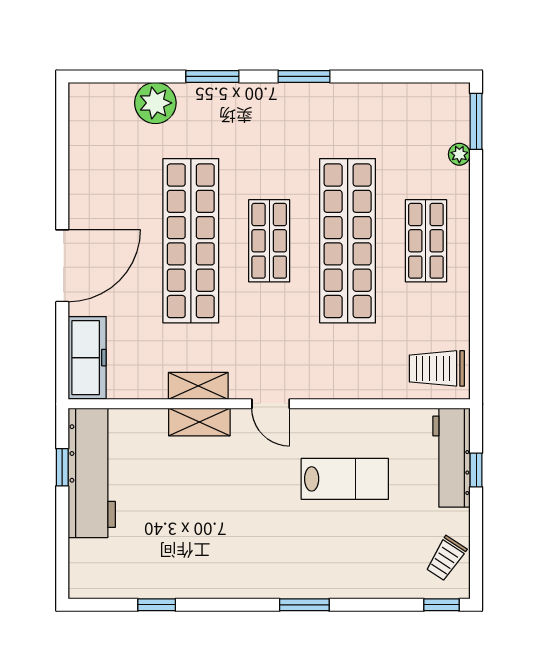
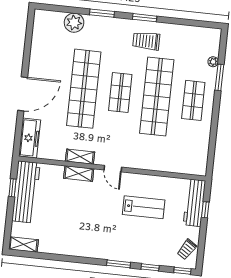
window: (476, 121) -> (219, 77), moved
trolley: (437, 368) -> (146, 41), moved
shelving: (98, 585) -> (24, 245), added
window: (157, 605) -> (150, 267), moved

